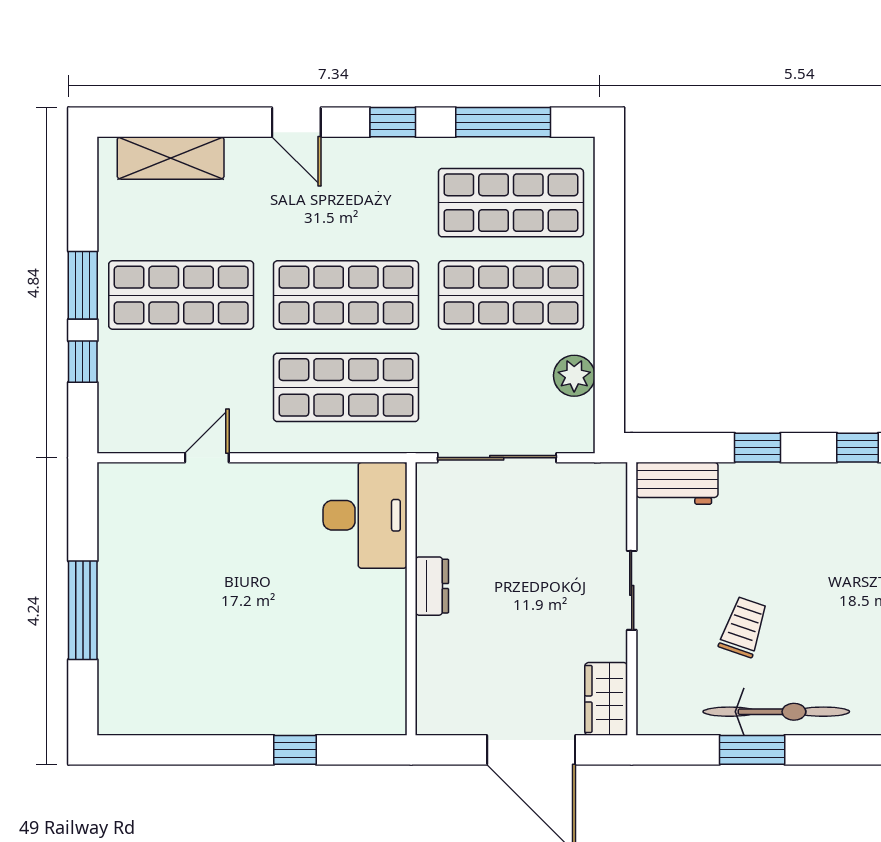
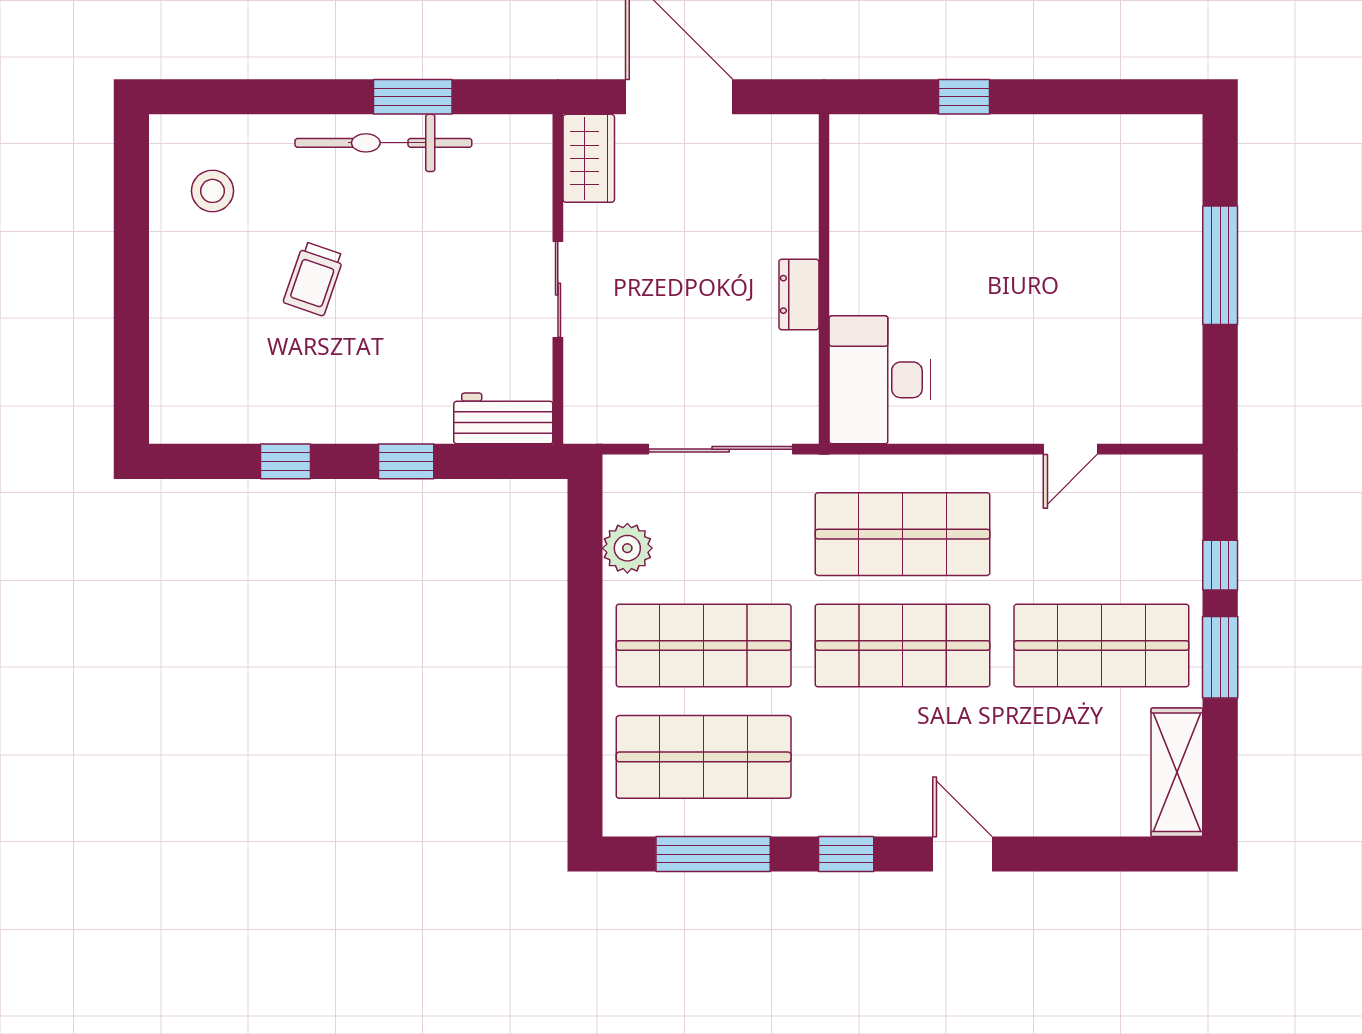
shelving: (171, 158) -> (1177, 772), moved, turned 90
trolley: (744, 627) -> (314, 279), moved

